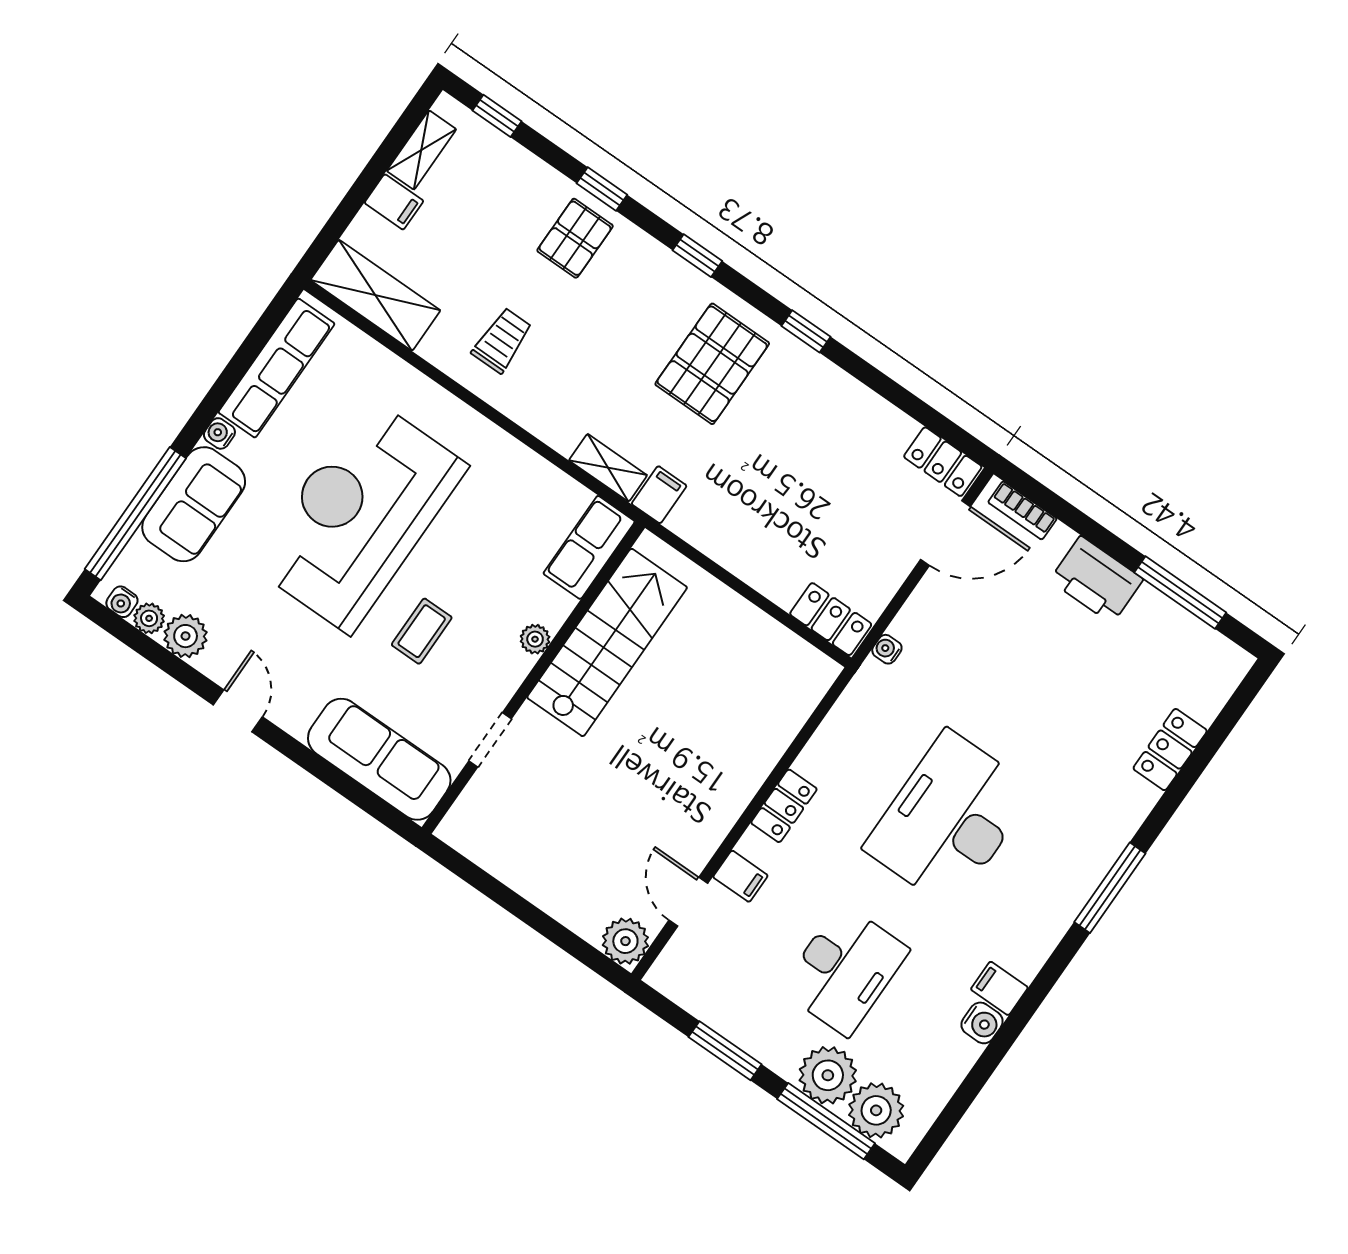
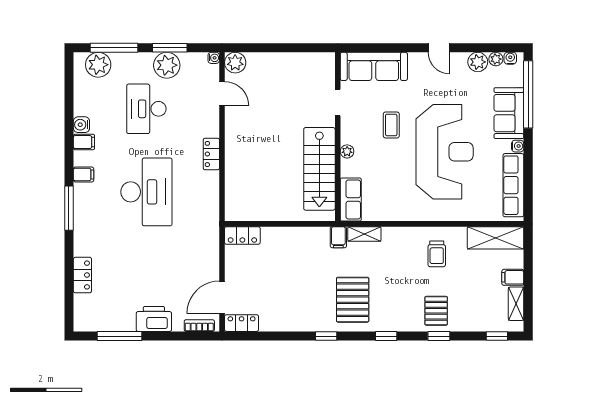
water cooler: (887, 649) -> (214, 58), moved
filing cabinet: (740, 876) -> (84, 174), moved, turned 180
plant: (828, 1075) -> (167, 65), moved

